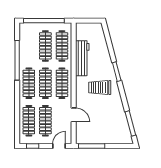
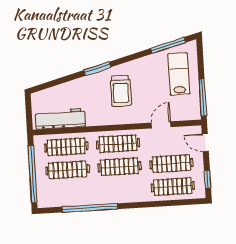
workbench: (82, 58) -> (60, 119), moved
clothes rail: (29, 83) -> (121, 190), removed
lab bench: (109, 130) -> (179, 74), added

